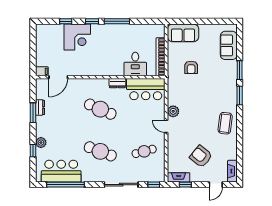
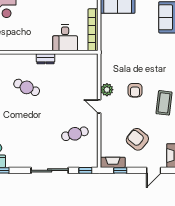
armchair: (191, 67) -> (135, 90), moved
bar counter: (146, 89) -> (77, 65), removed
cafe table: (100, 109) -> (27, 87), width x0.73, depth x0.74
cafe table: (100, 151) -> (27, 134), removed

